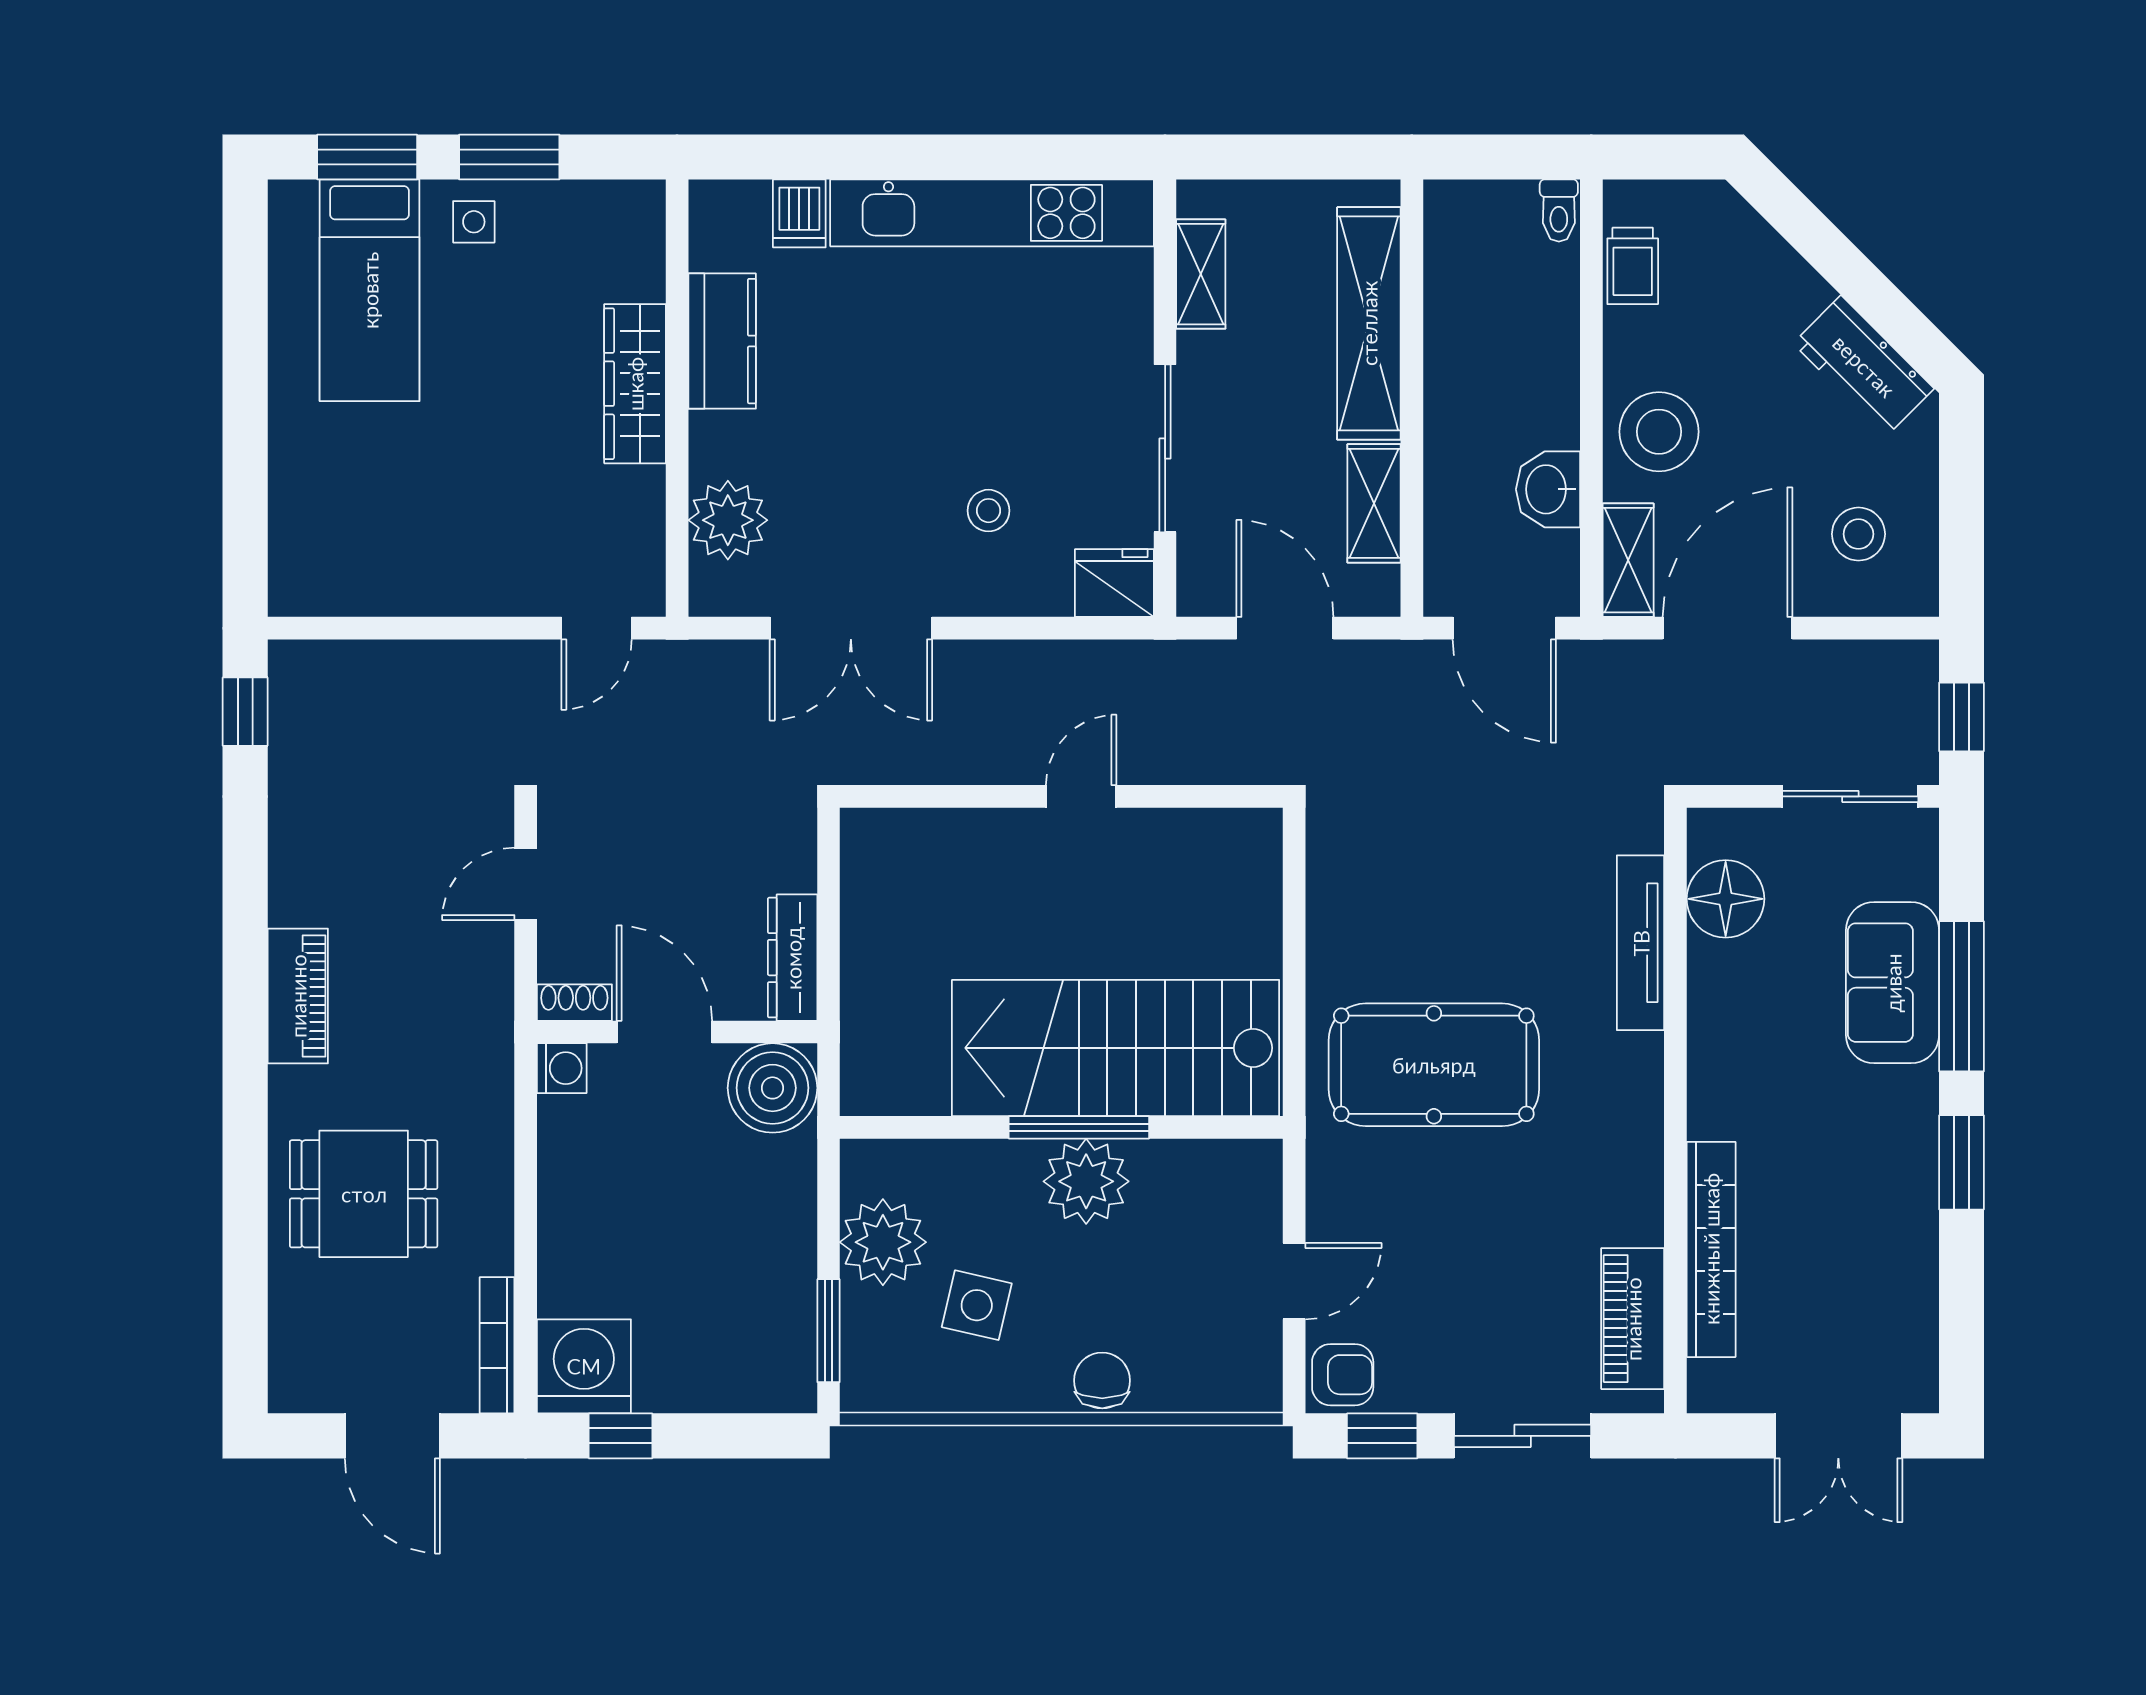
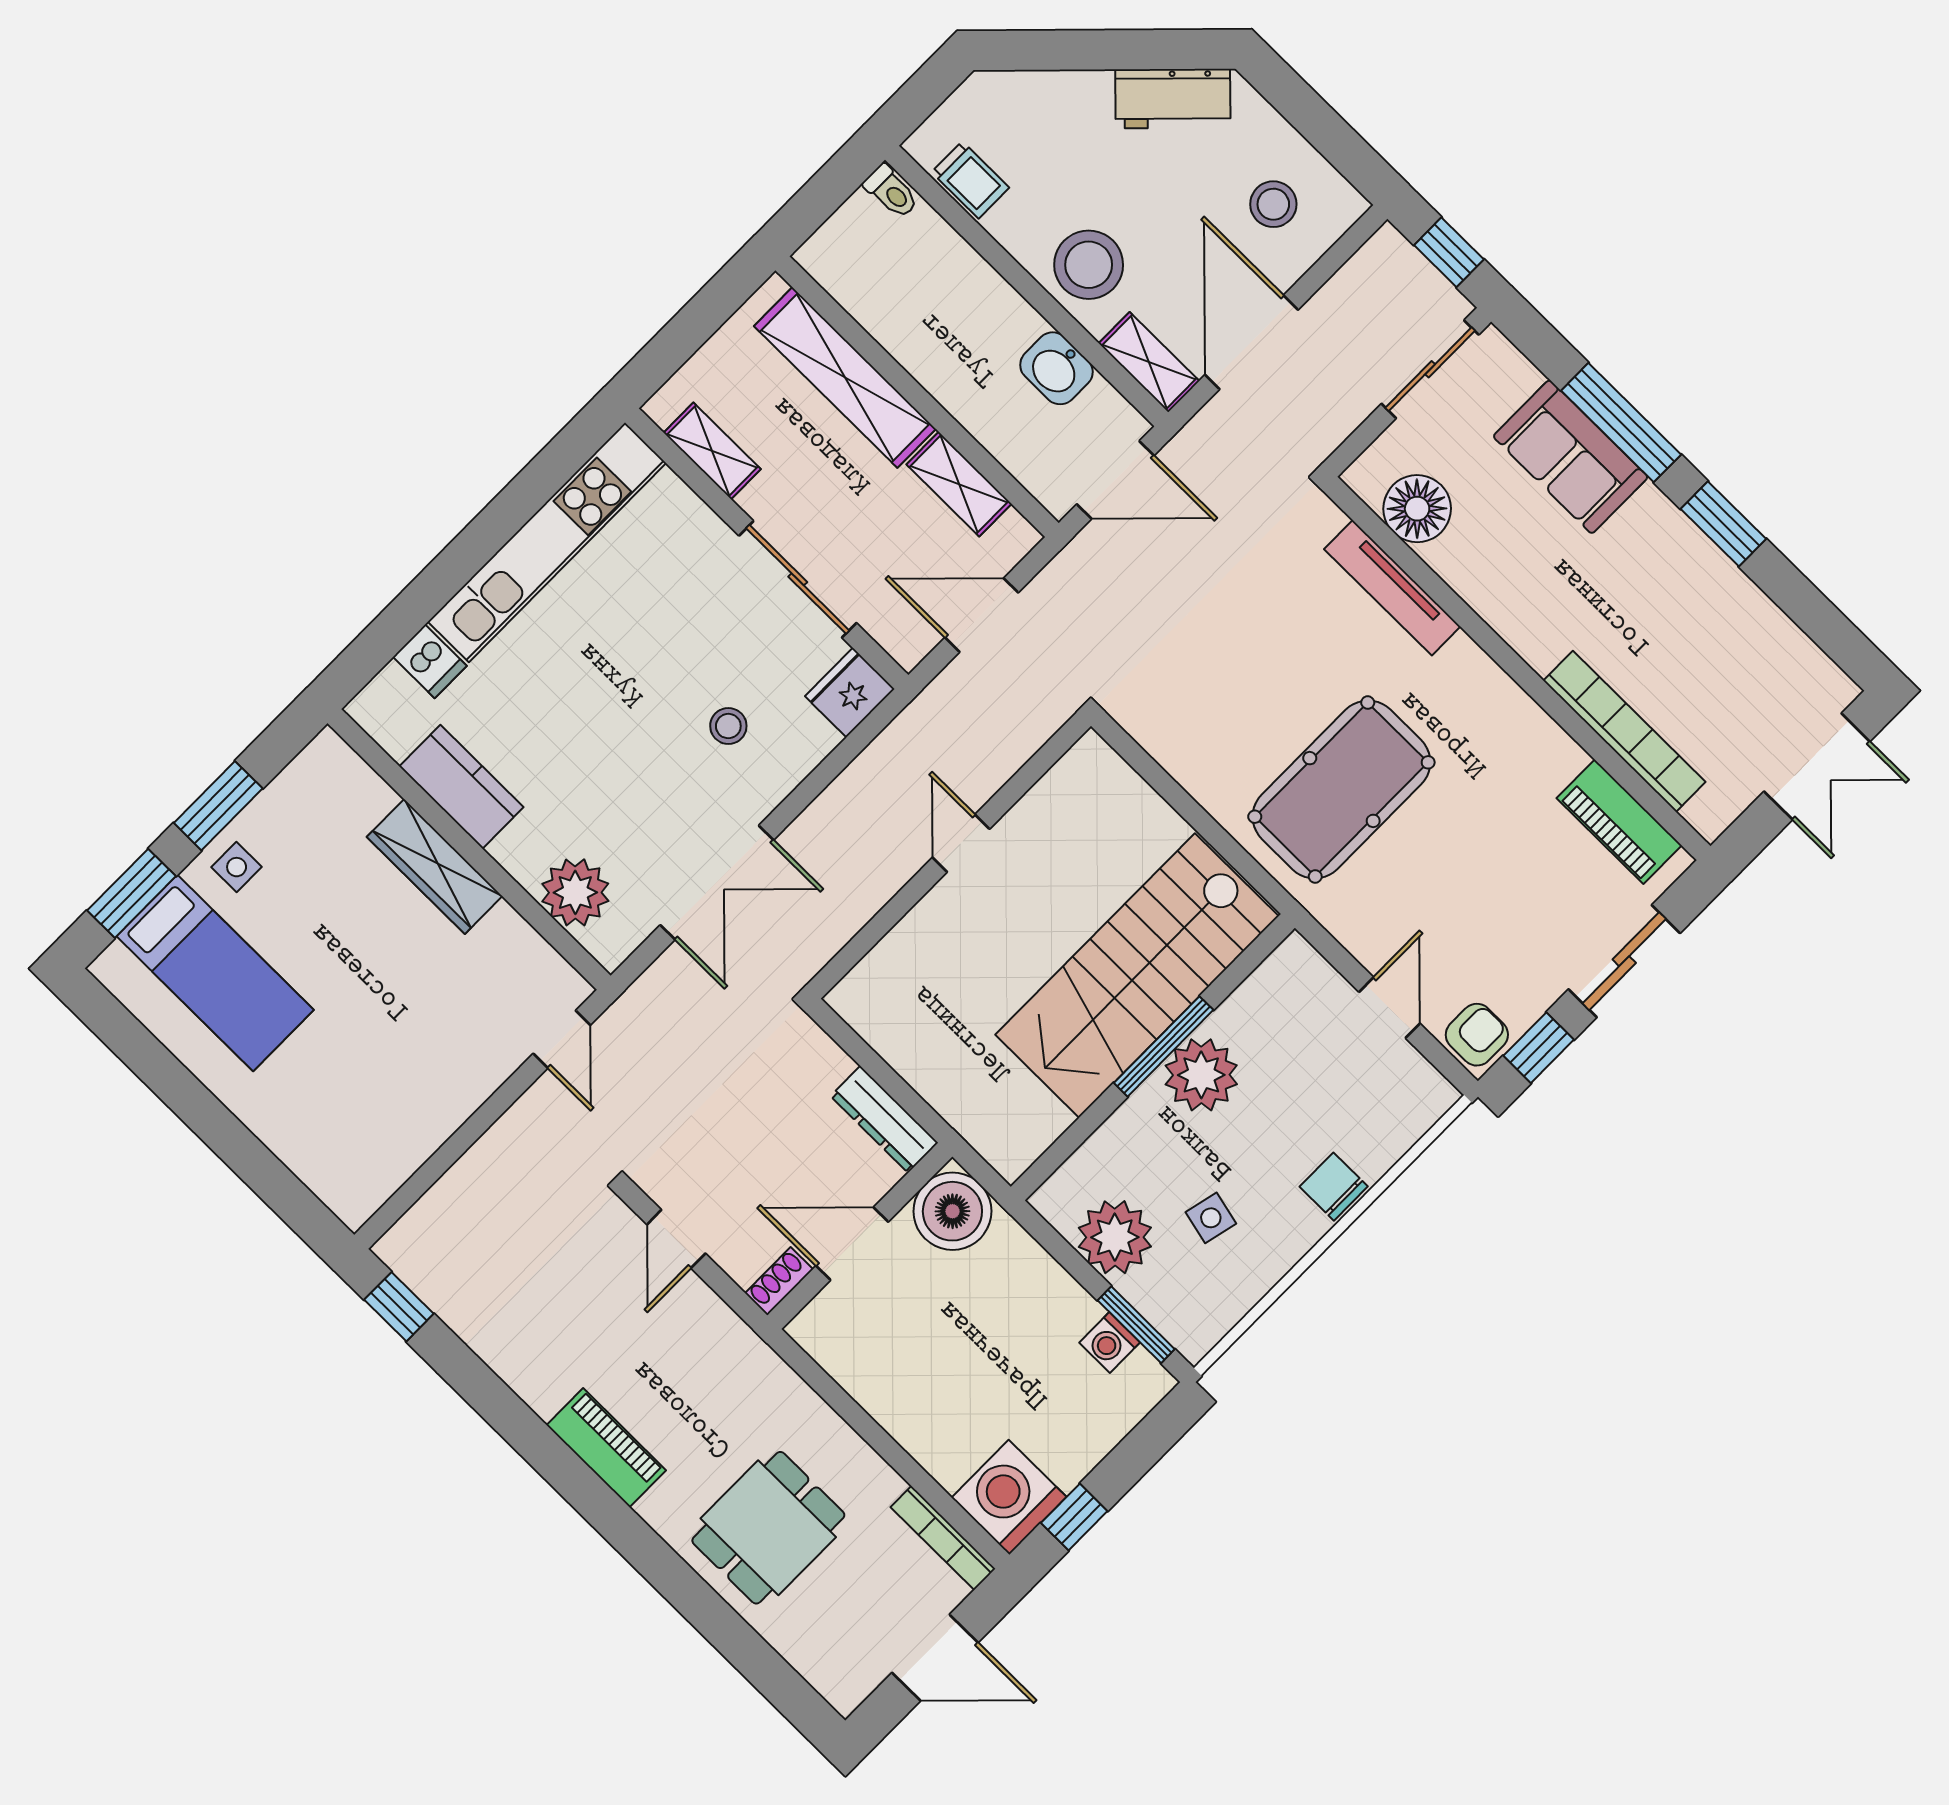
washing machine: (562, 1068) -> (1110, 1343), moved, turned 180
side table: (977, 1305) -> (1211, 1218), width x0.73, depth x0.73

